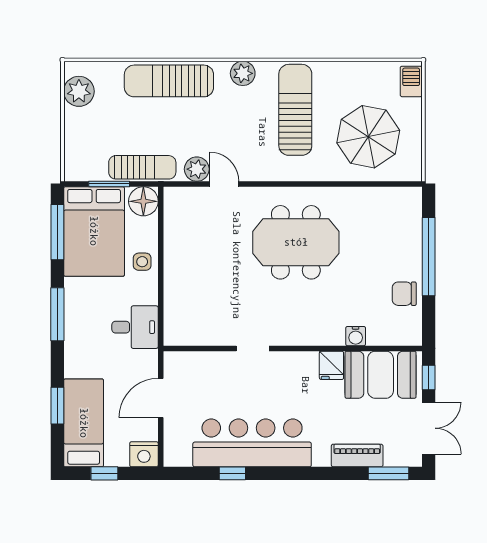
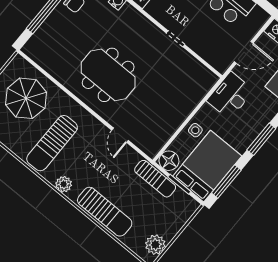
sun lounger: (142, 167) -> (155, 179), turned 180
plant: (197, 169) -> (128, 155), removed
desk: (135, 327) -> (230, 96), width x1.37

